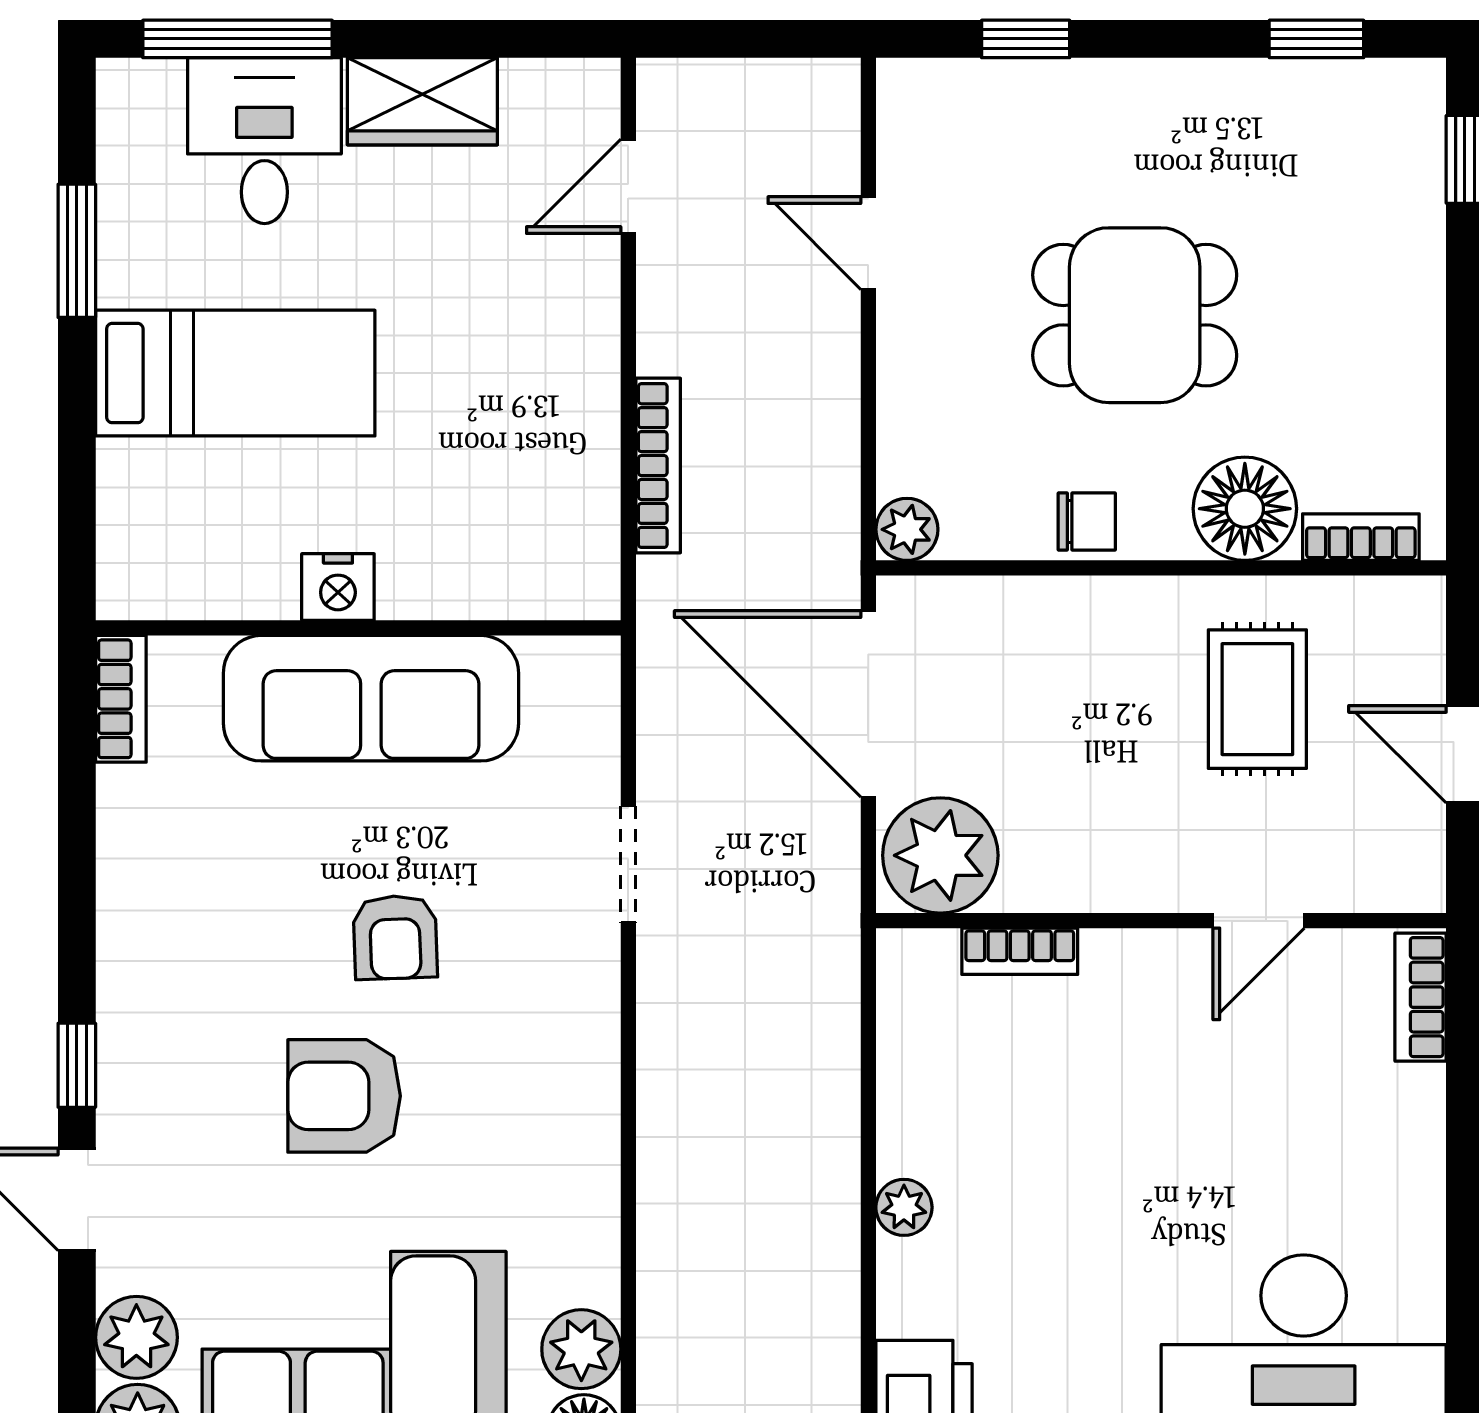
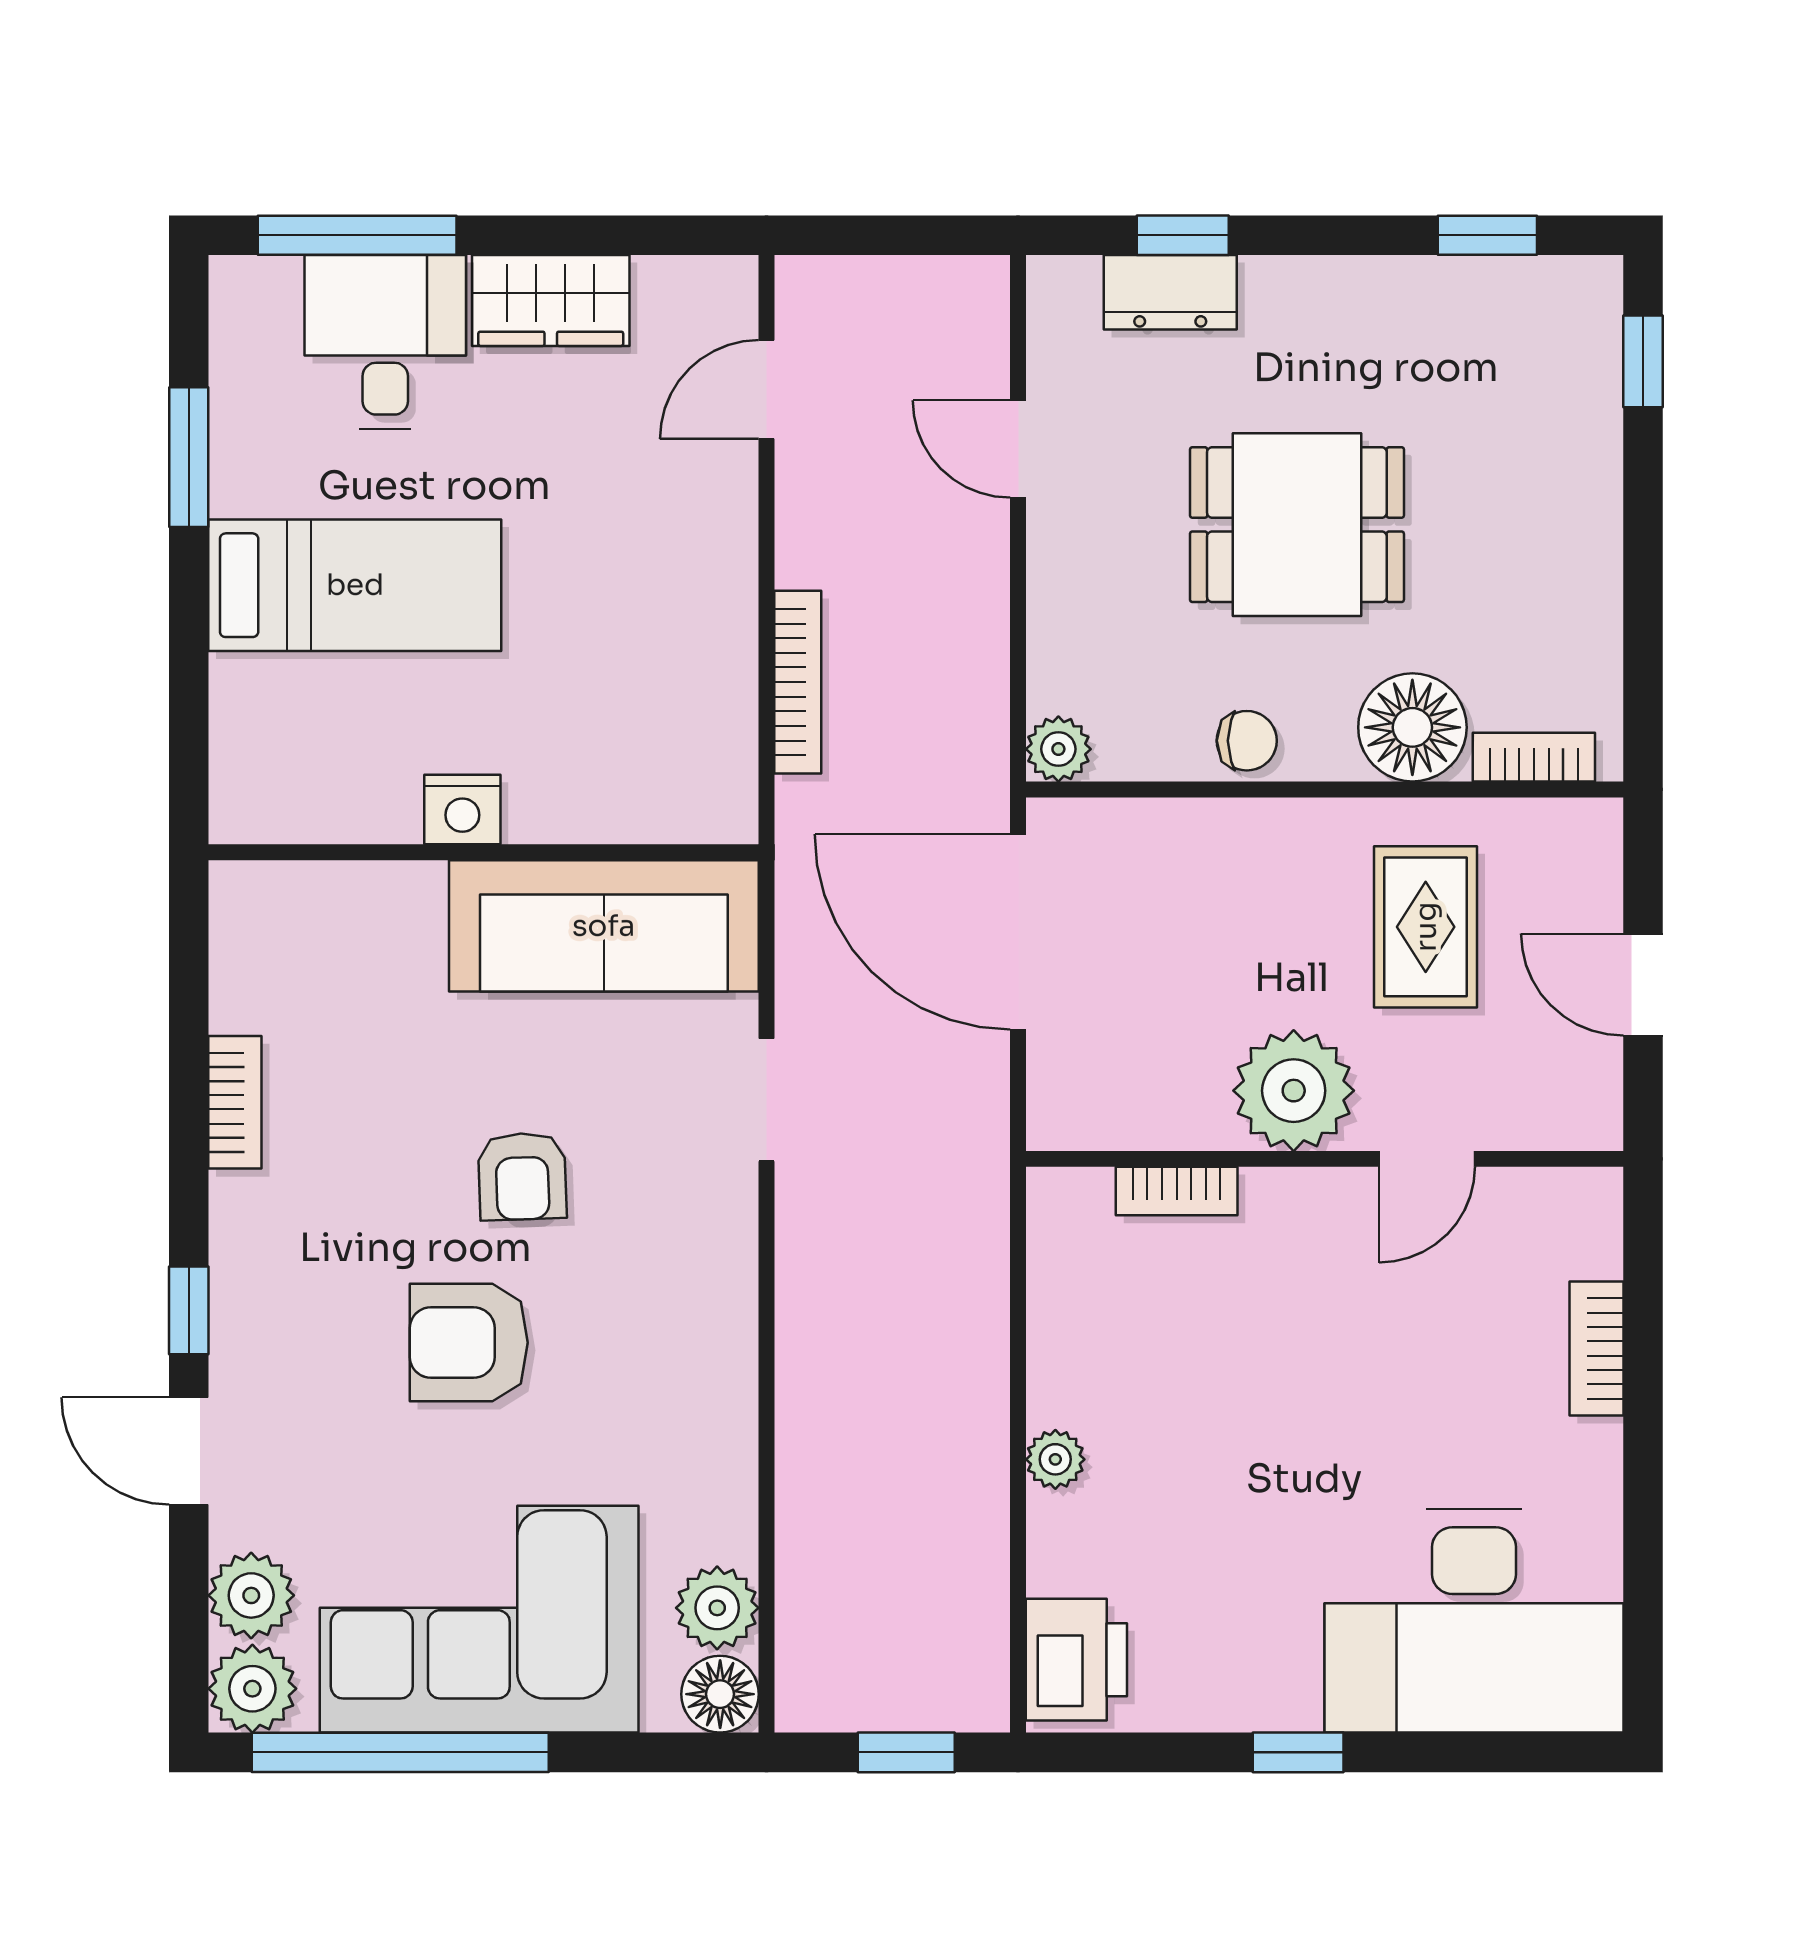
dresser: (1014, 93) -> (1170, 292), added
sofa: (371, 698) -> (604, 926), moved
bookcase: (121, 699) -> (235, 1102), moved
plant: (940, 855) -> (1294, 1091), moved
bookcase: (1421, 997) -> (1596, 1349), moved

